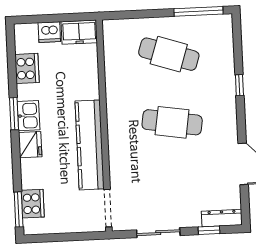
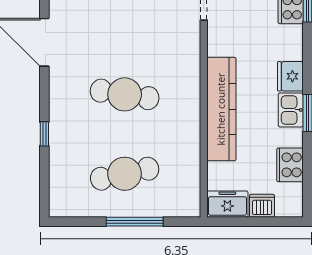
window: (198, 11) -> (135, 222), moved
cafe table: (169, 54) -> (125, 174), turned -30
kitchen counter: (90, 145) -> (221, 109), moved

